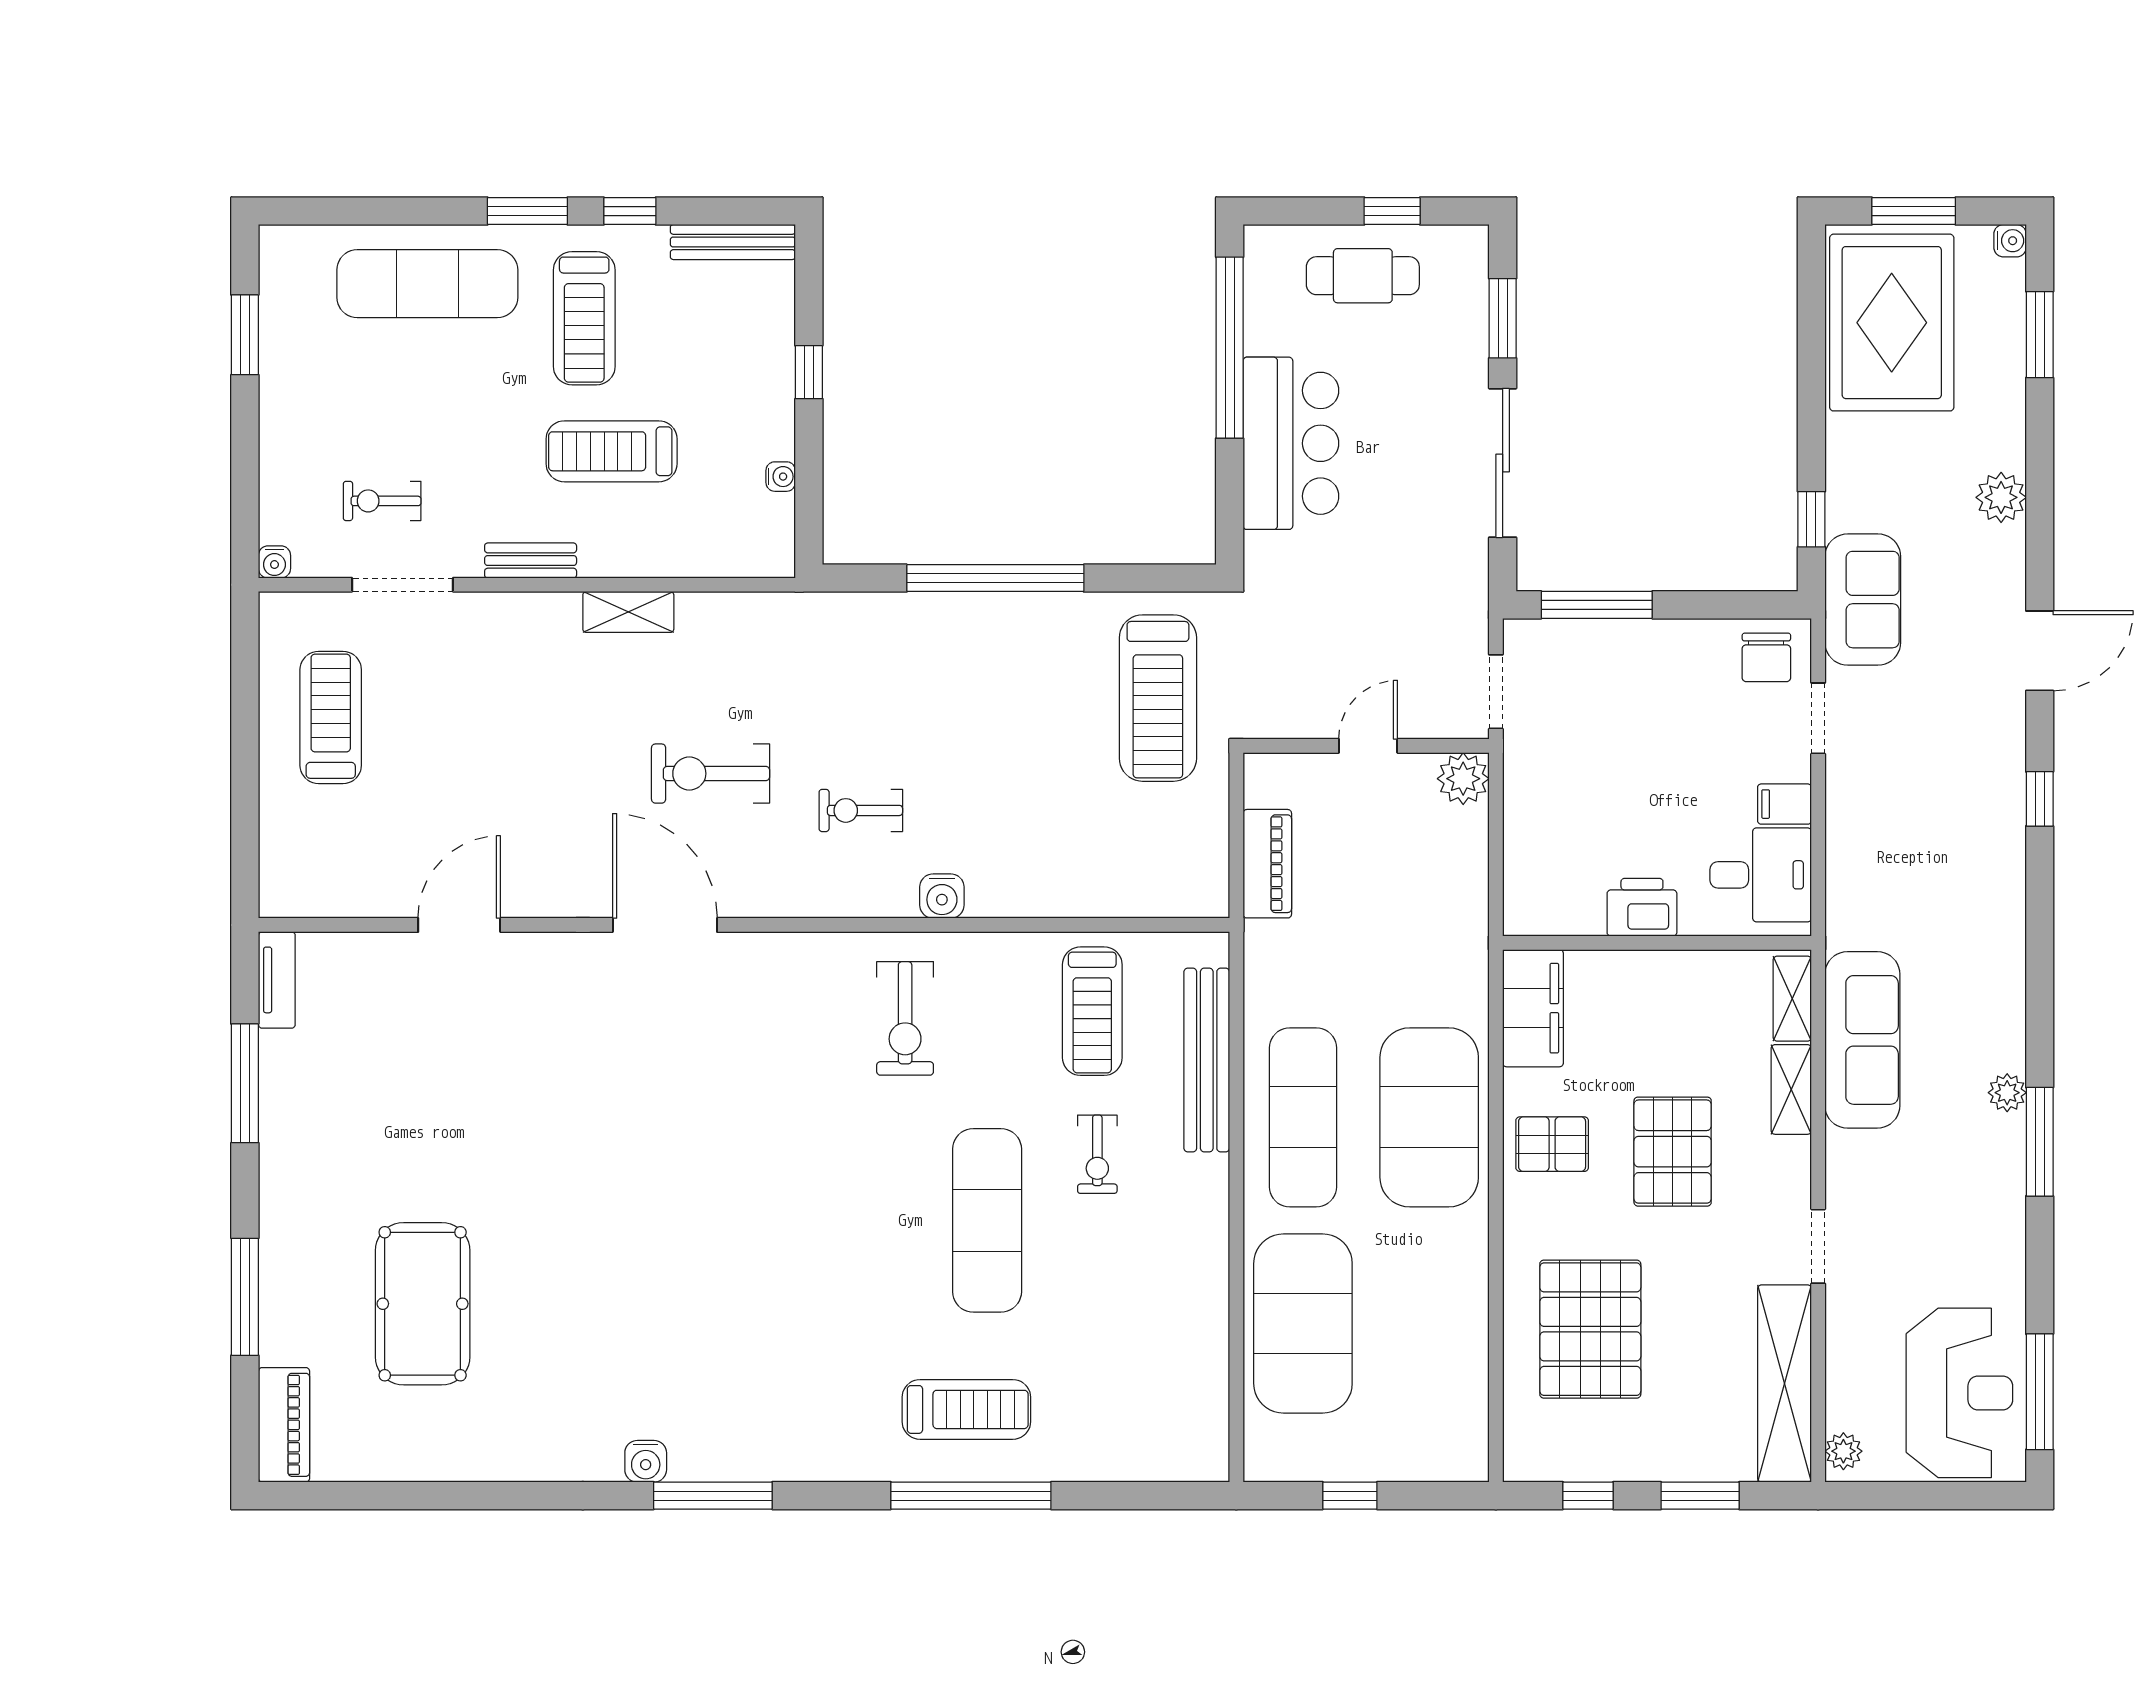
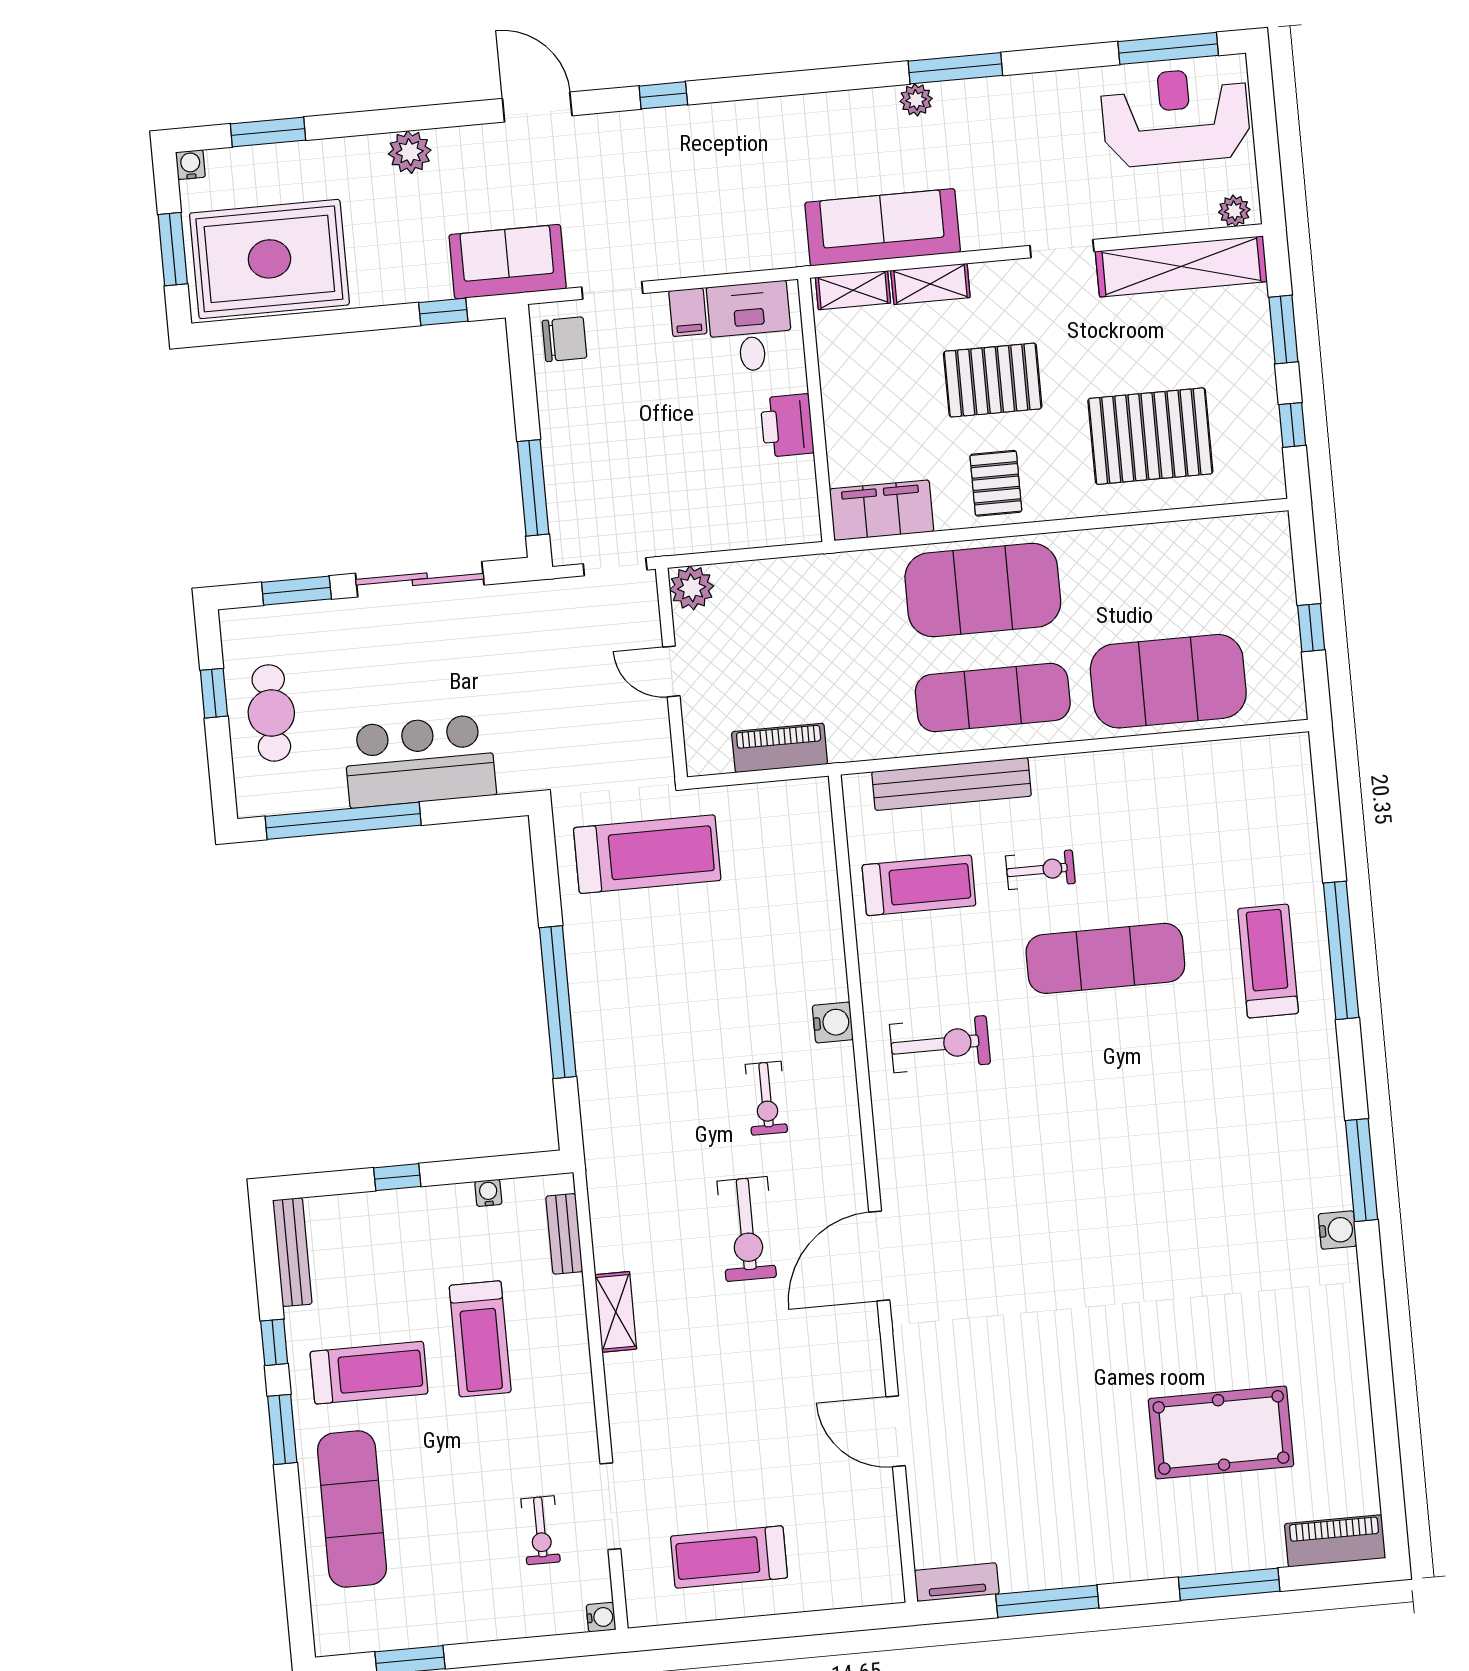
bench: (531, 561) -> (564, 1234), moved

